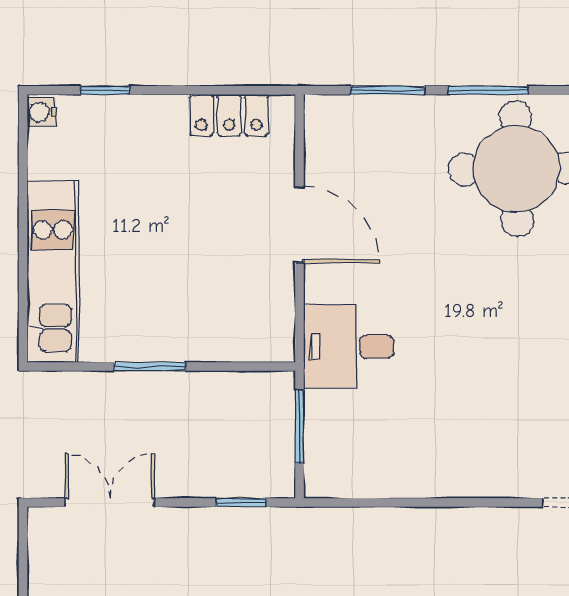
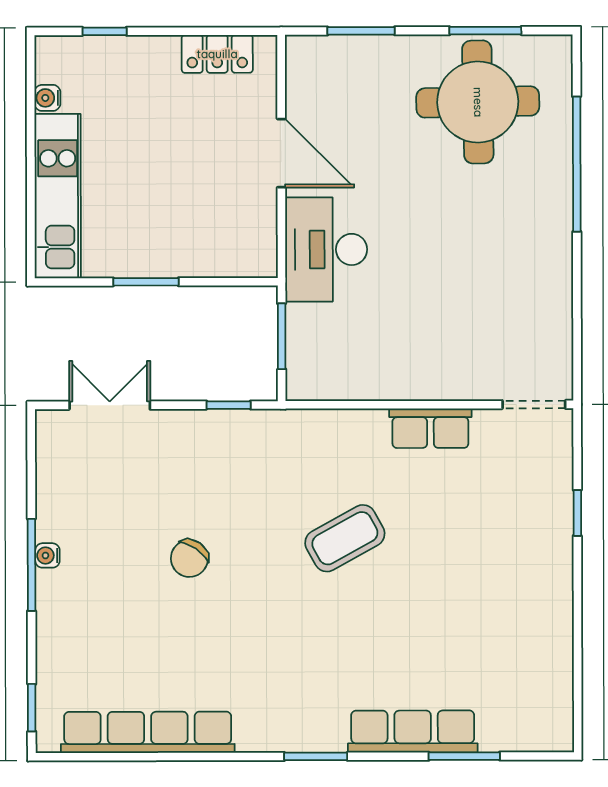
window: (488, 90) -> (485, 31), moved
water cooler: (42, 112) -> (47, 98), moved
desk: (349, 347) -> (326, 249), width x1.37
row of seats: (463, 528) -> (430, 428), added

